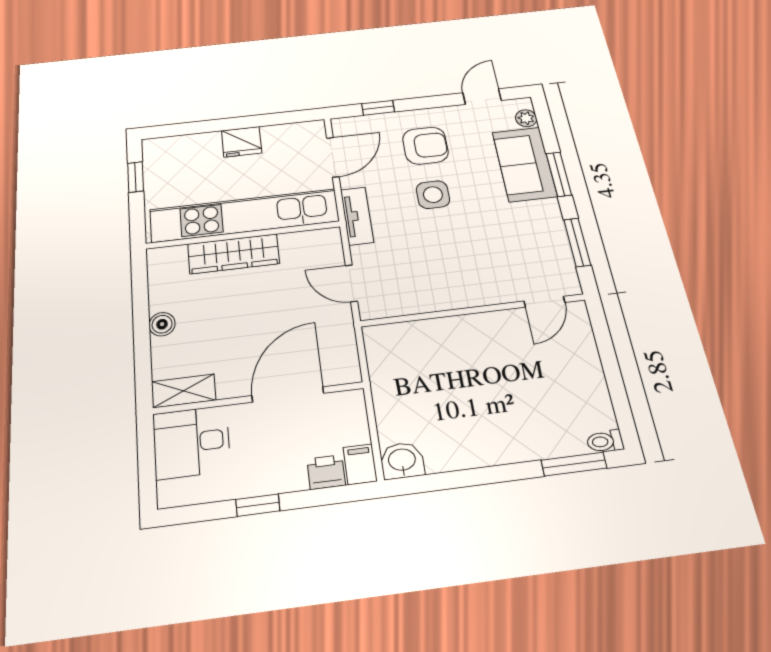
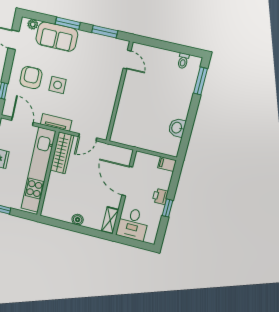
wardrobe: (234, 254) -> (62, 153), moved
toilet: (605, 441) -> (183, 61), moved
washbasin: (402, 461) -> (177, 128), moved
printer: (326, 472) -> (160, 196), moved

